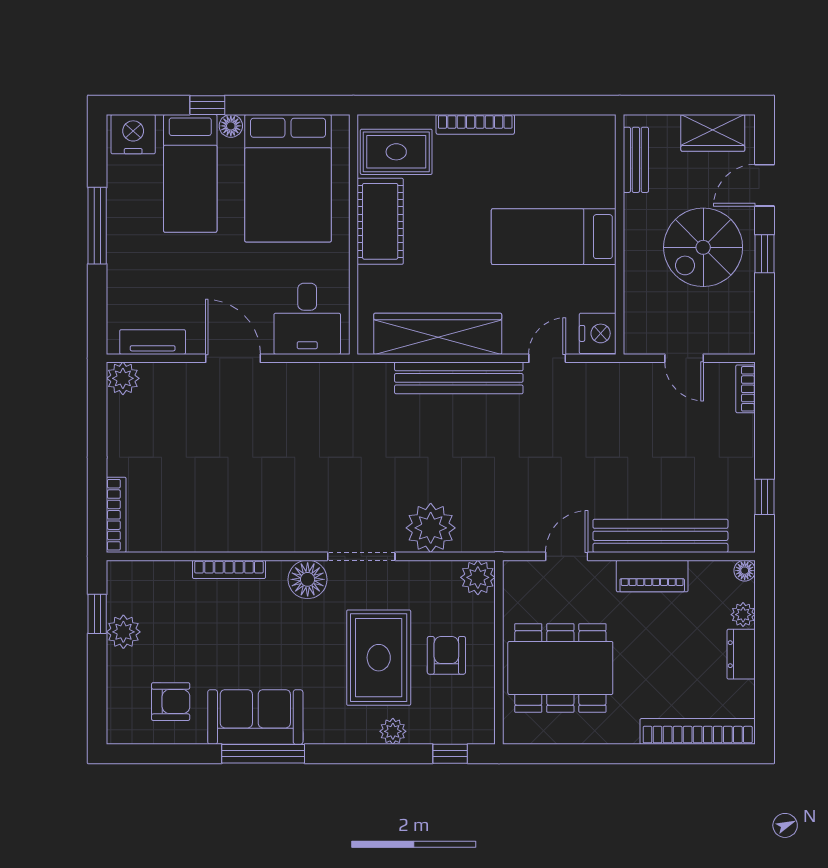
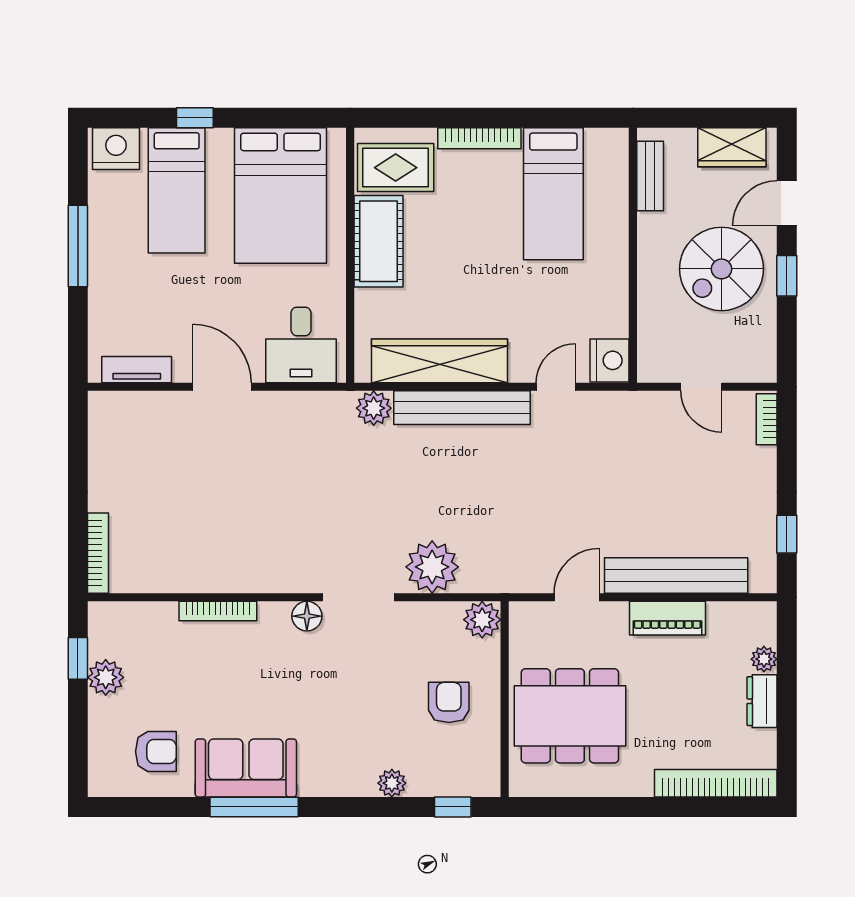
floor lamp: (231, 126) -> (220, 140), removed
bed: (554, 237) -> (553, 194), moved, turned -90
plant: (123, 378) -> (374, 408), moved
floor lamp: (745, 571) -> (766, 612), removed
floor lamp: (308, 579) -> (307, 616), width x0.73, depth x0.73
rug: (379, 658) -> (377, 705), removed

